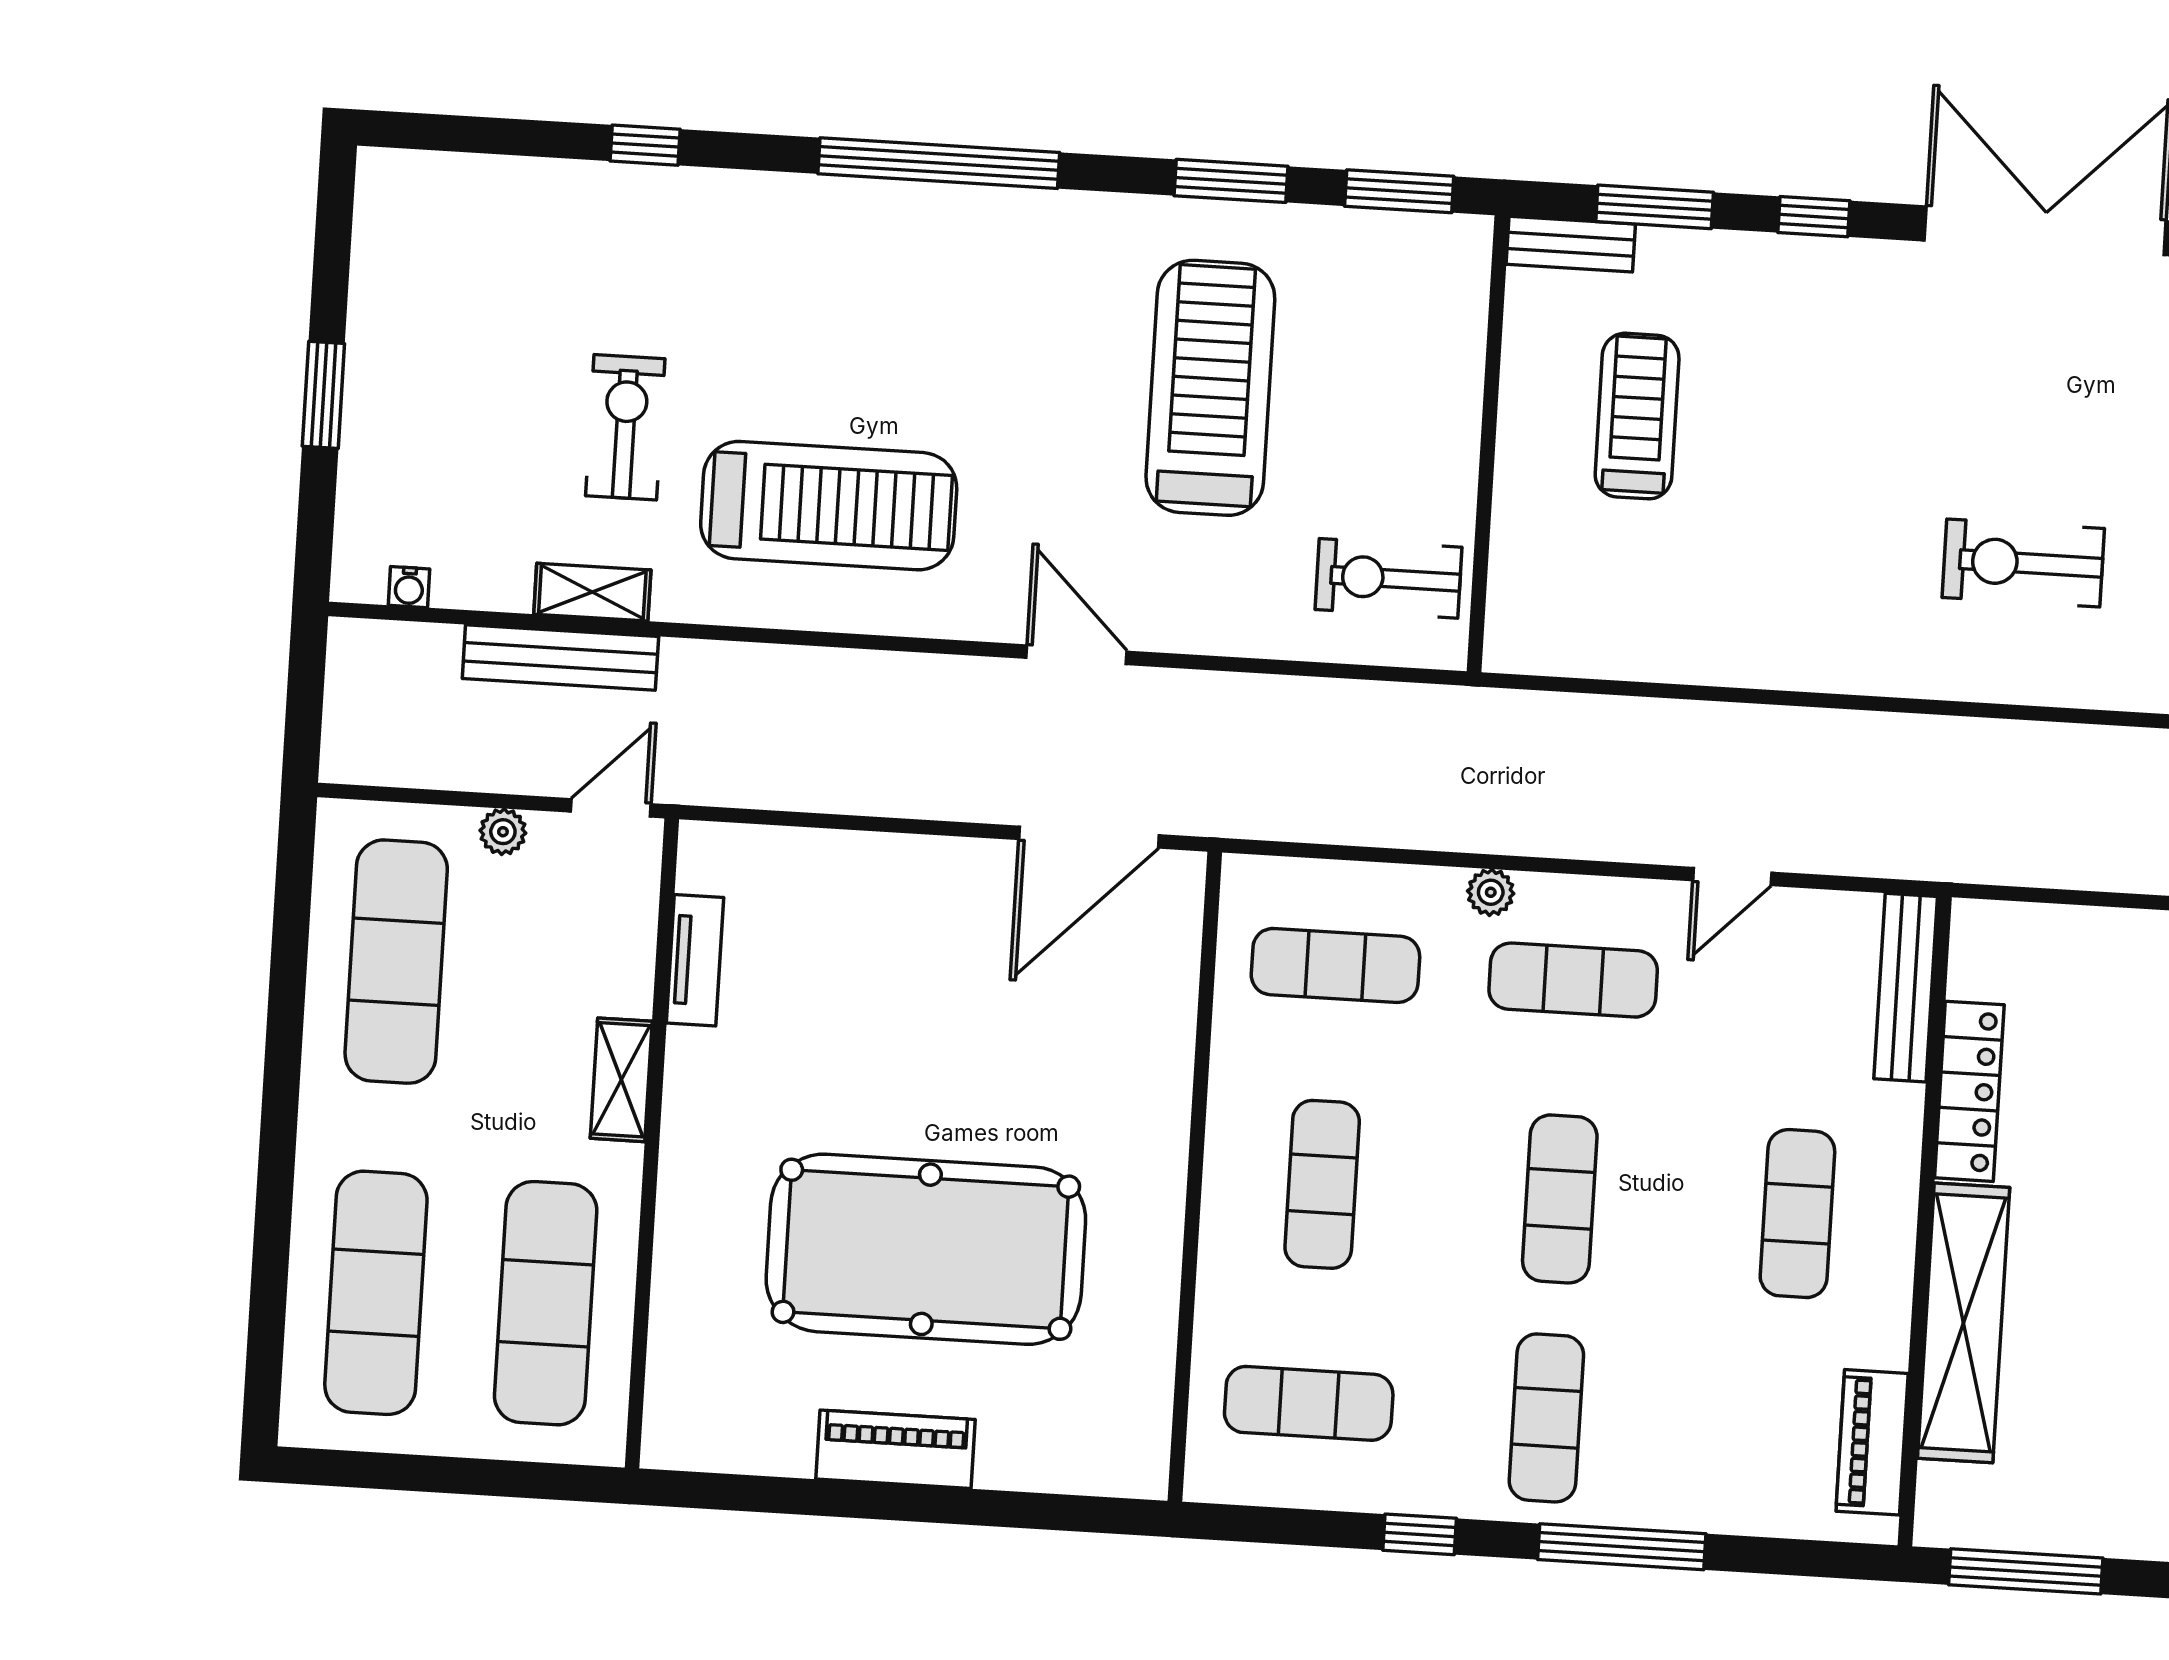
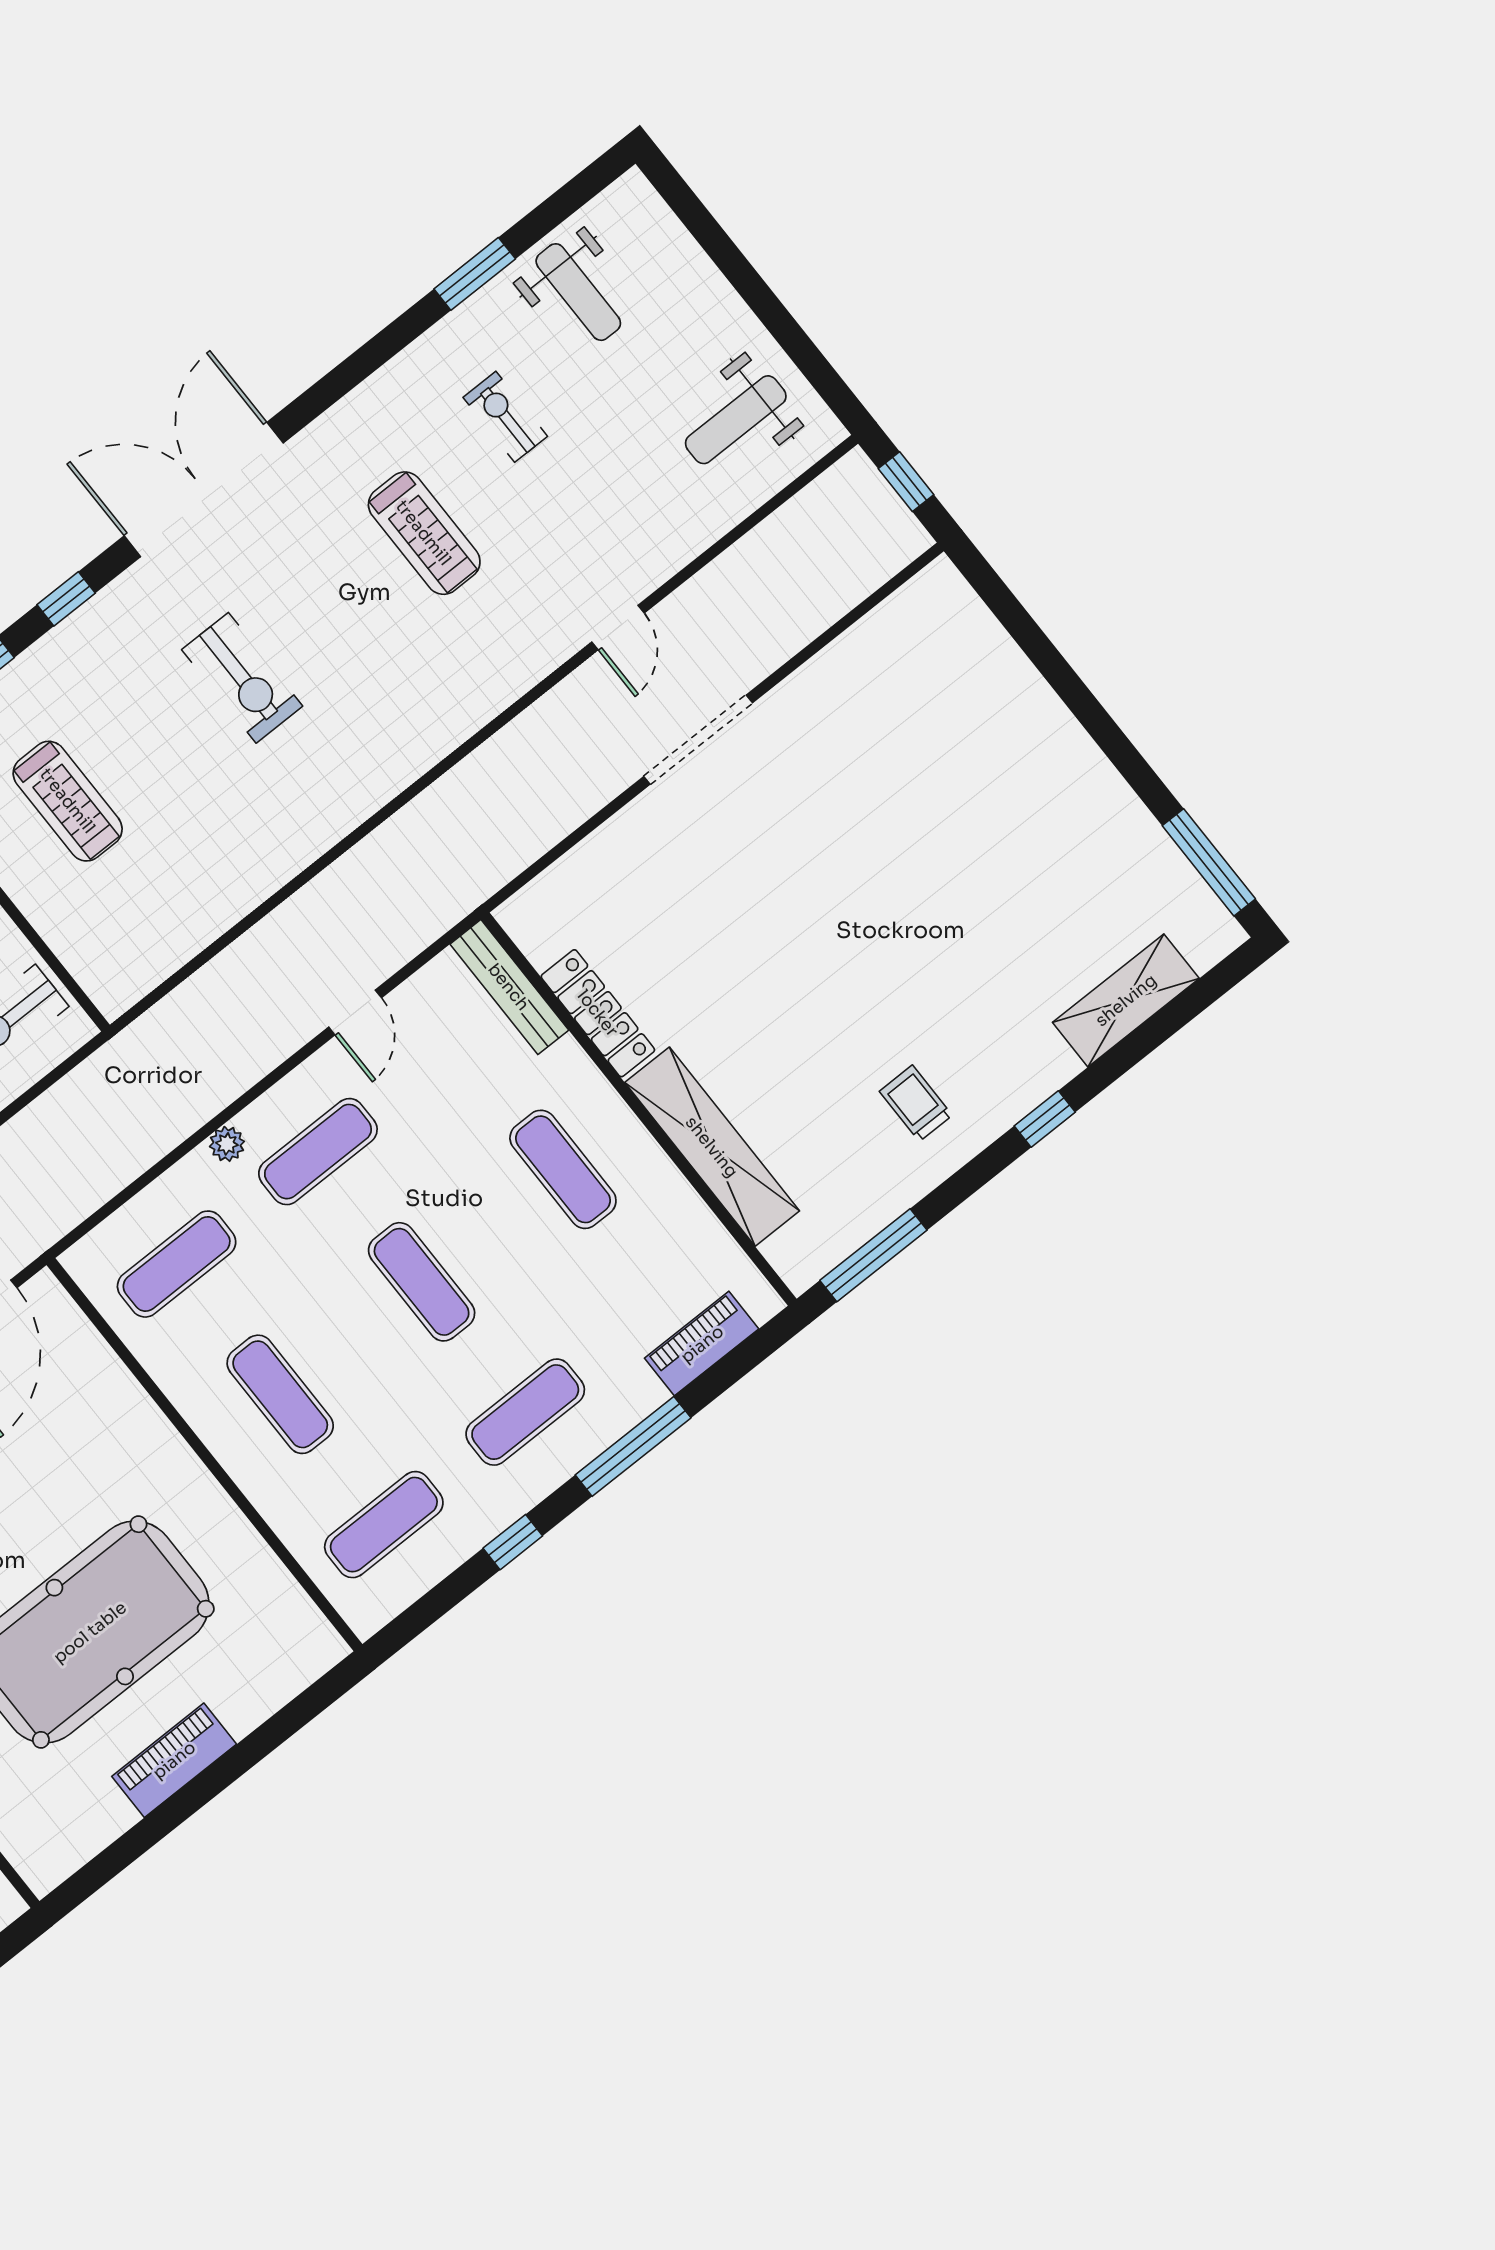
treadmill: (1637, 416) -> (68, 801), turned 180
exercise bike: (2023, 563) -> (242, 678), moved, turned -90
exercise mat: (1546, 1418) -> (525, 1412), turned 90
piano: (1872, 1442) -> (702, 1344), moved, turned 90

